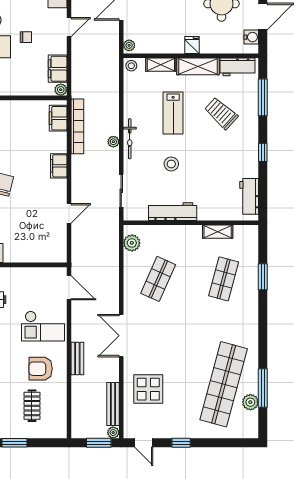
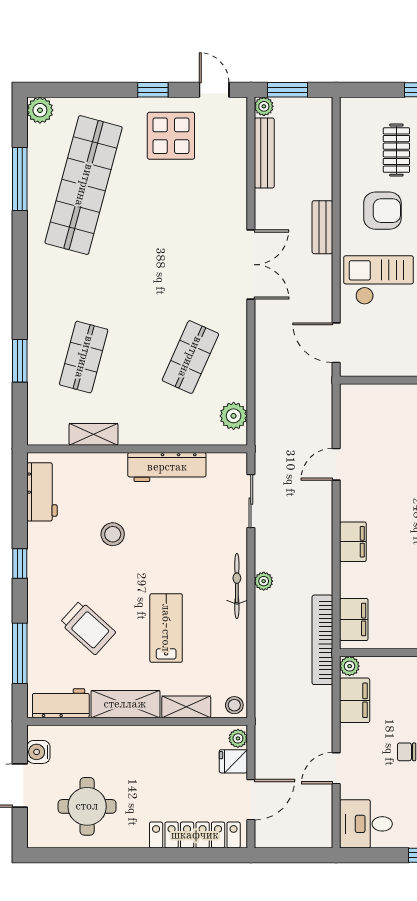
fridge: (192, 45) -> (233, 761), moved, turned 90
bookcase: (77, 126) -> (322, 640), moved
stool: (171, 164) -> (113, 534), moved
display table: (148, 389) -> (171, 136), moved
plant: (250, 402) -> (40, 110), moved

